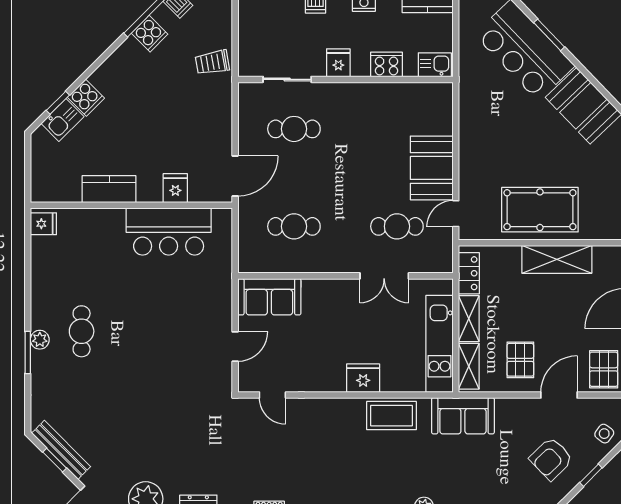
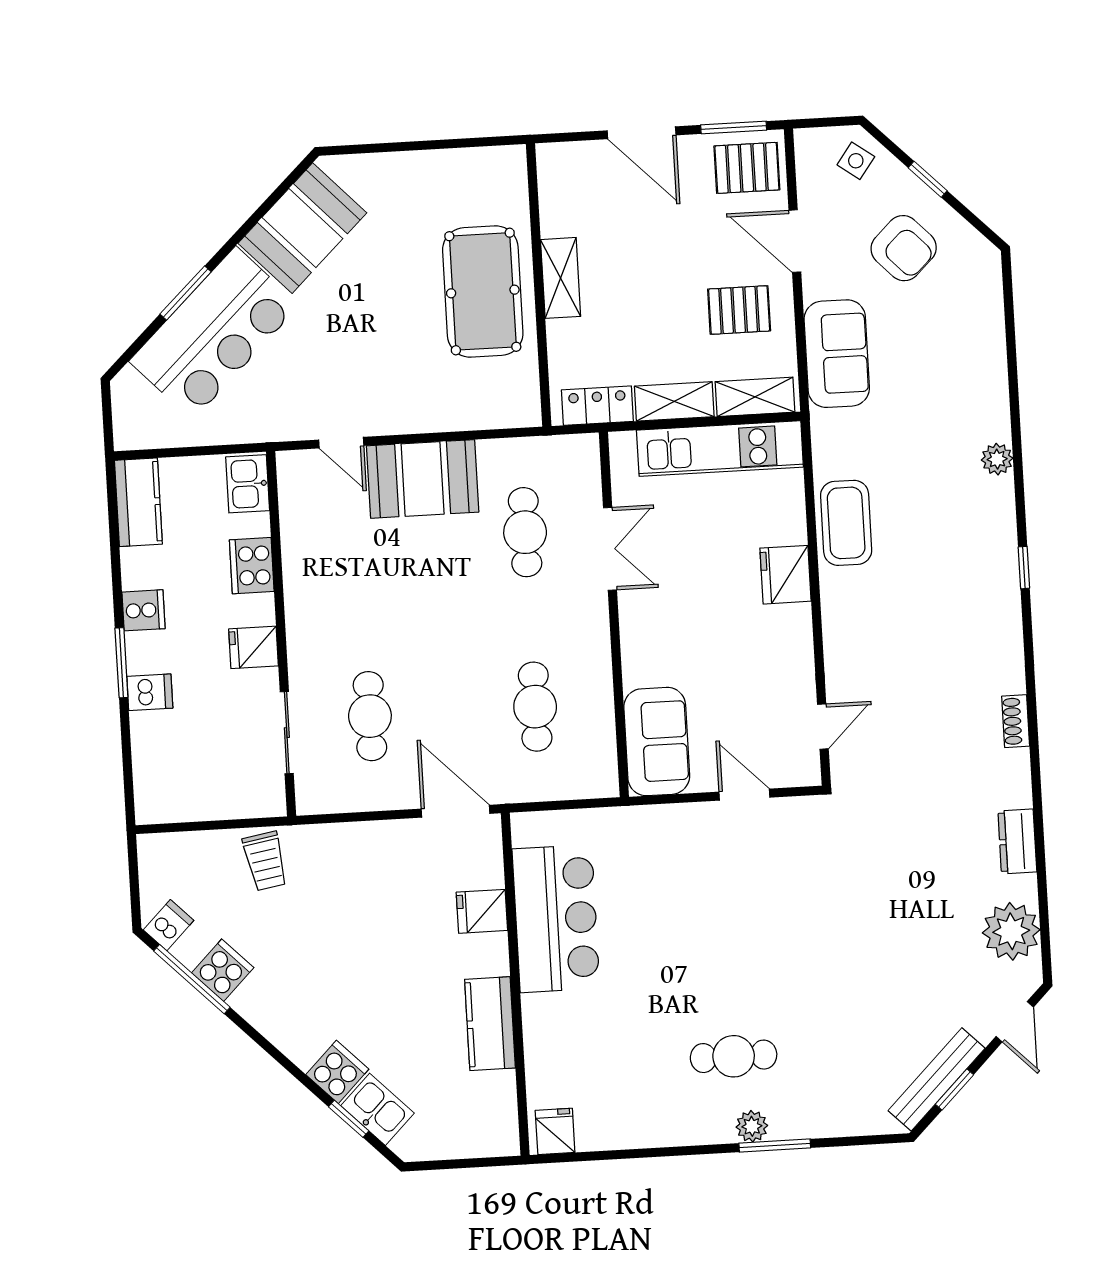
door: (456, 214) -> (341, 443), moved
shelving: (557, 259) -> (561, 278), width x0.67, depth x0.75
sofa: (463, 416) -> (837, 354), moved

